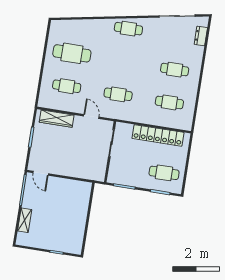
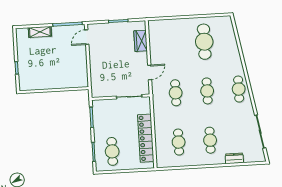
dresser: (201, 36) -> (234, 158), moved
cafe table: (67, 86) -> (207, 91), moved
wardrobe: (57, 119) -> (141, 41), width x0.67

